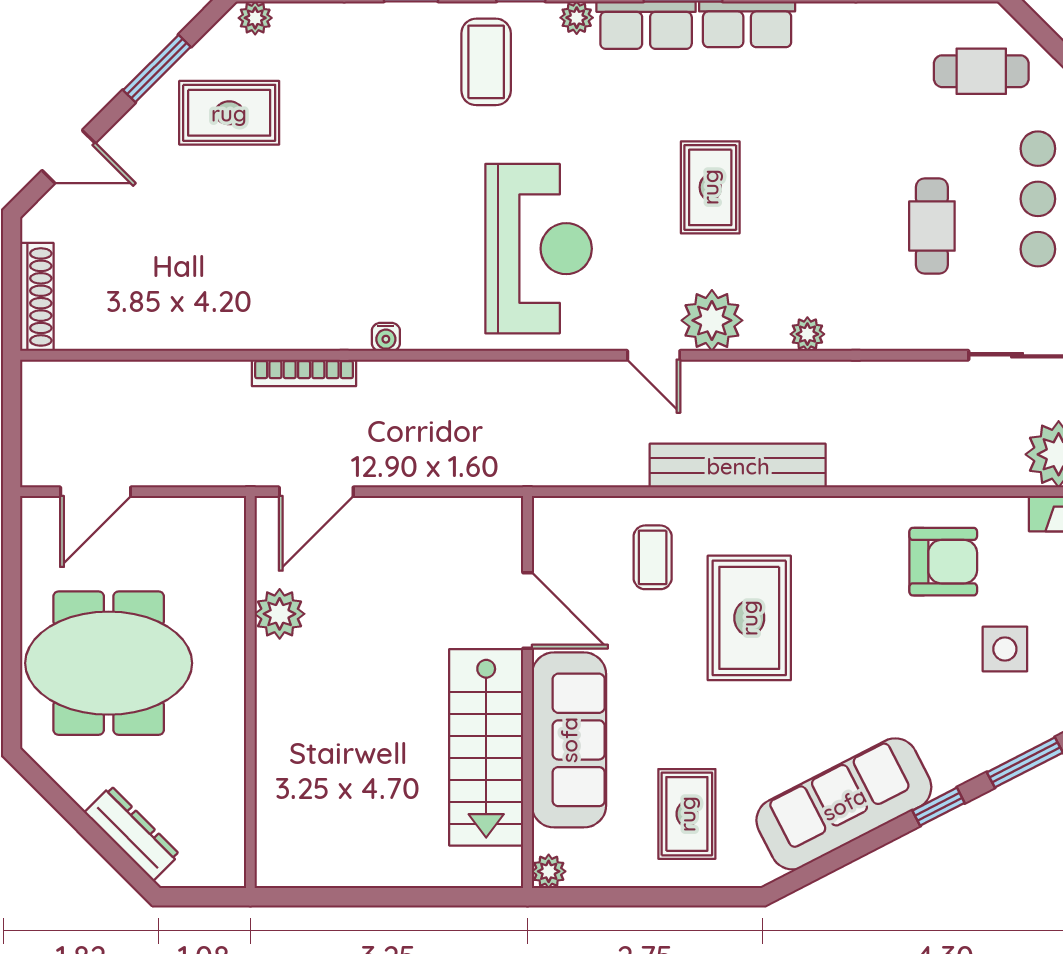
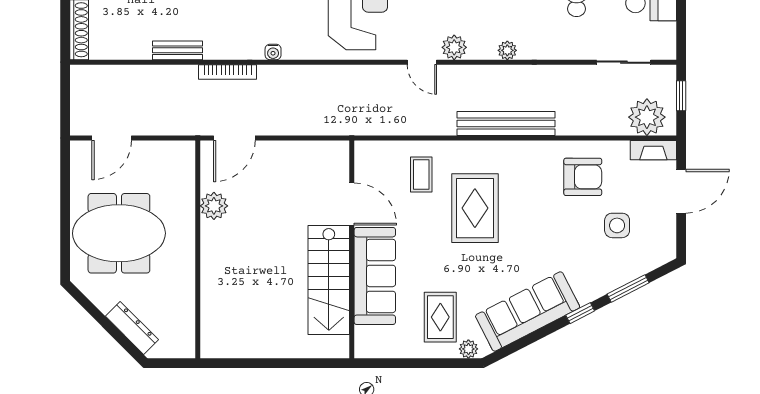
plant: (712, 320) -> (454, 47), width x0.73, depth x0.73
bench: (214, 334) -> (178, 50), added
bench: (738, 466) -> (506, 123), moved
plant: (549, 871) -> (468, 349), moved

